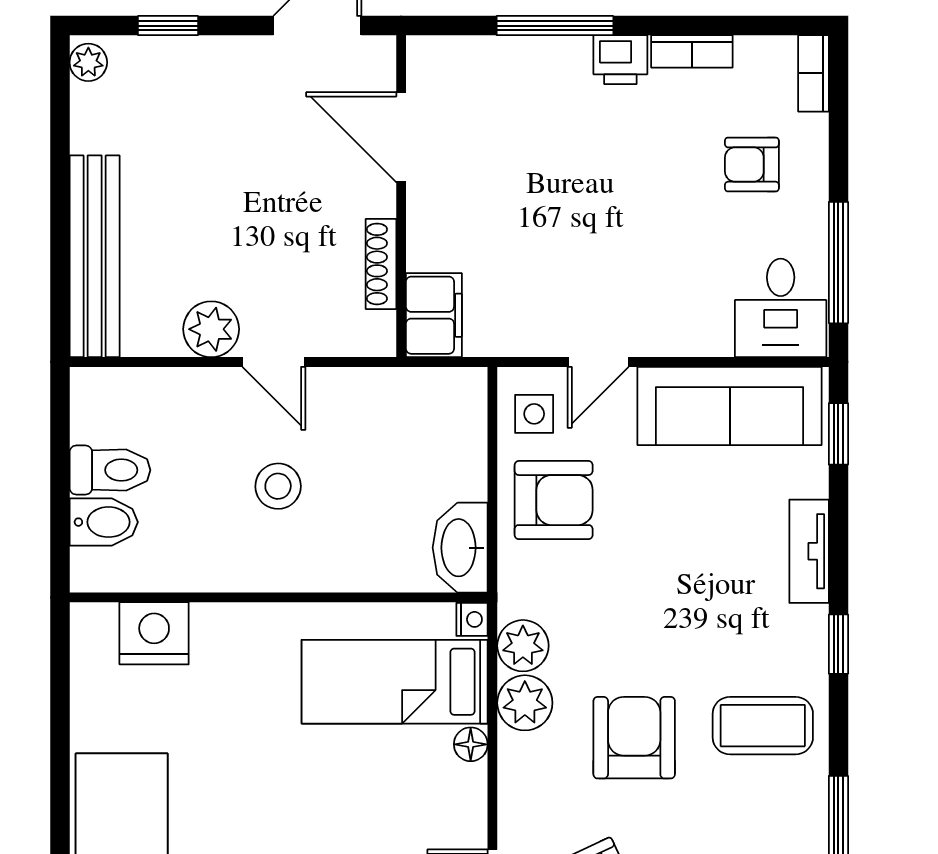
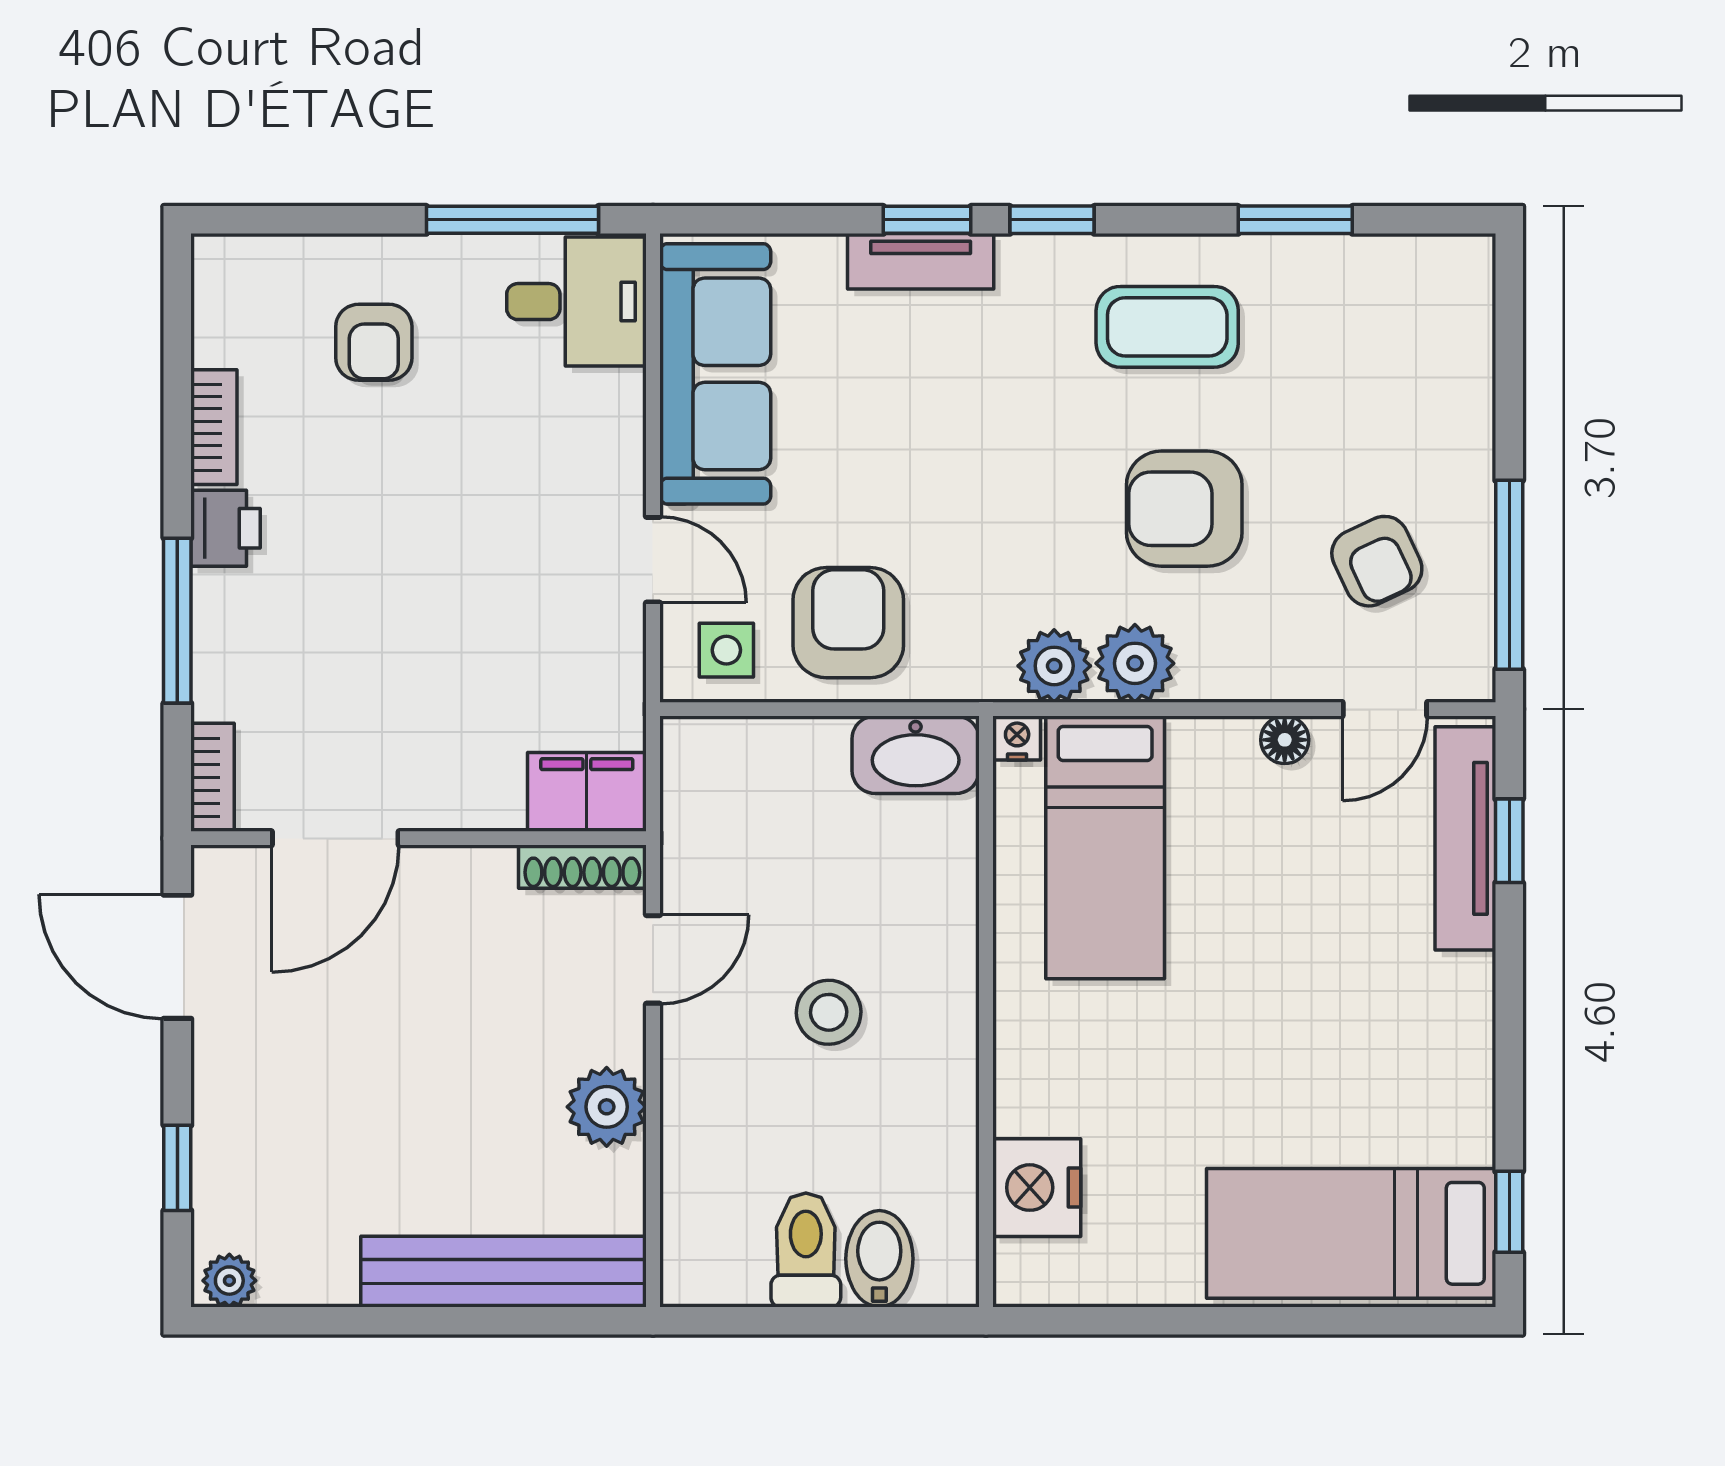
bookcase: (814, 73) -> (213, 777), moved, turned -90
shoe rack: (381, 264) -> (582, 867), moved
door: (274, 362) -> (653, 959), moved
window: (838, 434) -> (927, 220), moved
coffee table: (763, 726) -> (1167, 327), turned 90
floor lamp: (471, 744) -> (1285, 740), moved

